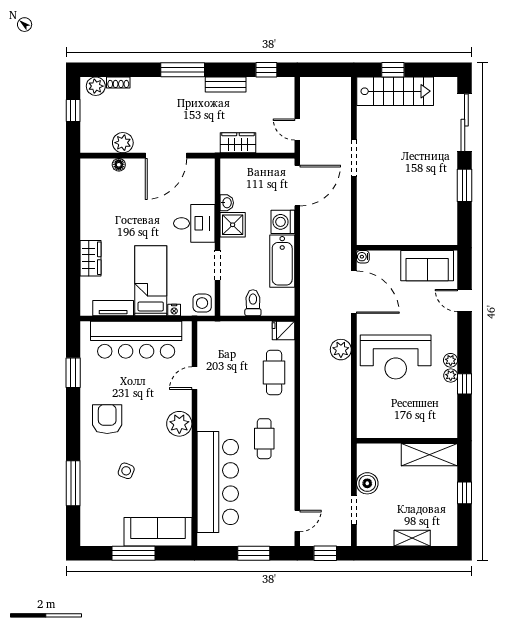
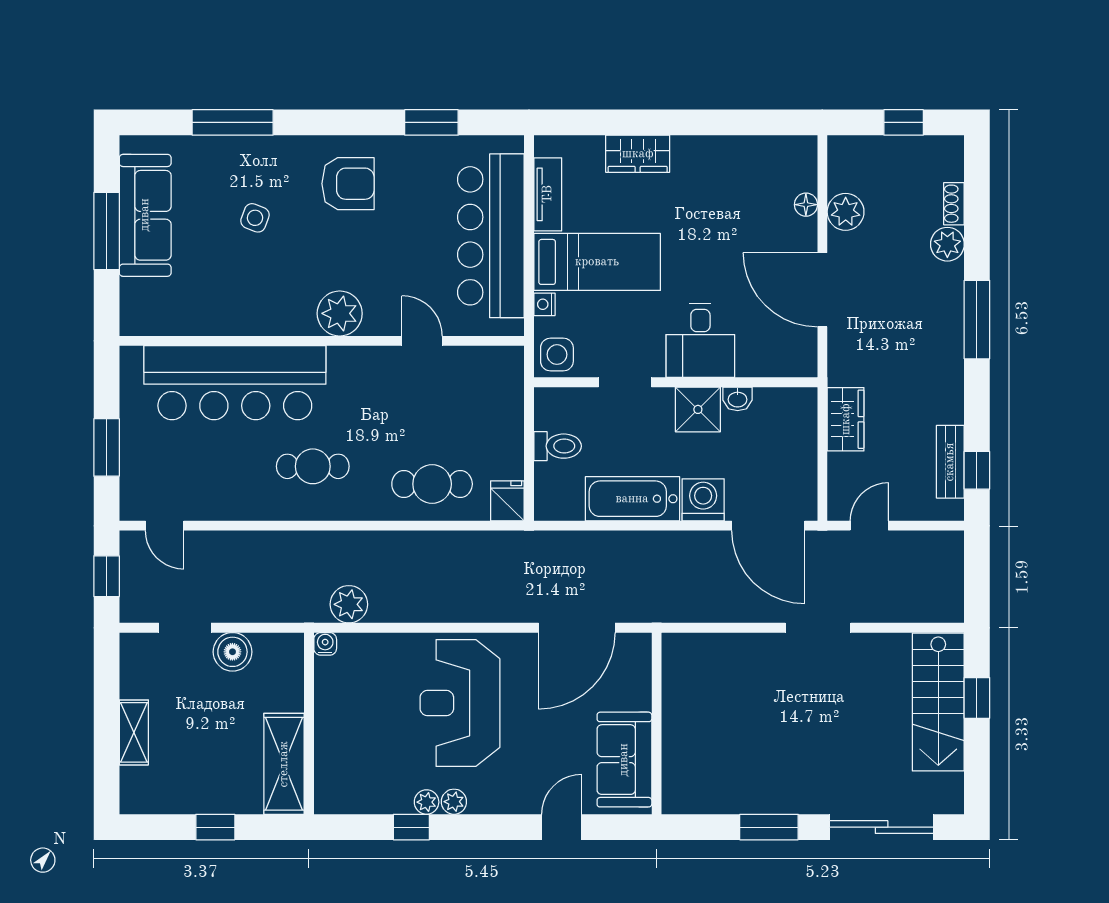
bench: (226, 85) -> (950, 462), moved
plant: (96, 86) -> (947, 244), moved
water cooler: (363, 257) -> (325, 644), moved
plant: (341, 350) -> (349, 604), moved
sofa: (158, 532) -> (145, 215), moved

